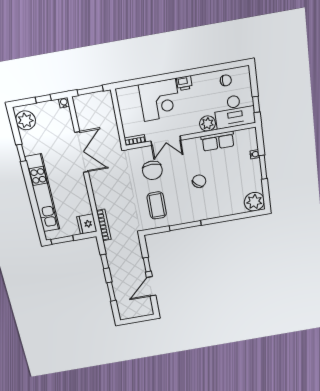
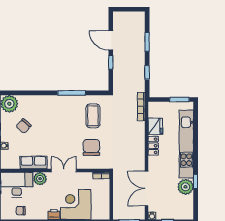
plant: (26, 120) -> (186, 187), moved
double door: (166, 141) -> (64, 171), moved
double door: (82, 152) -> (147, 188), moved
chair: (199, 181) -> (24, 126), moved
locker: (81, 185) -> (153, 146), added
fridge: (87, 224) -> (155, 126), moved
door: (151, 286) -> (111, 40), swing flipped

